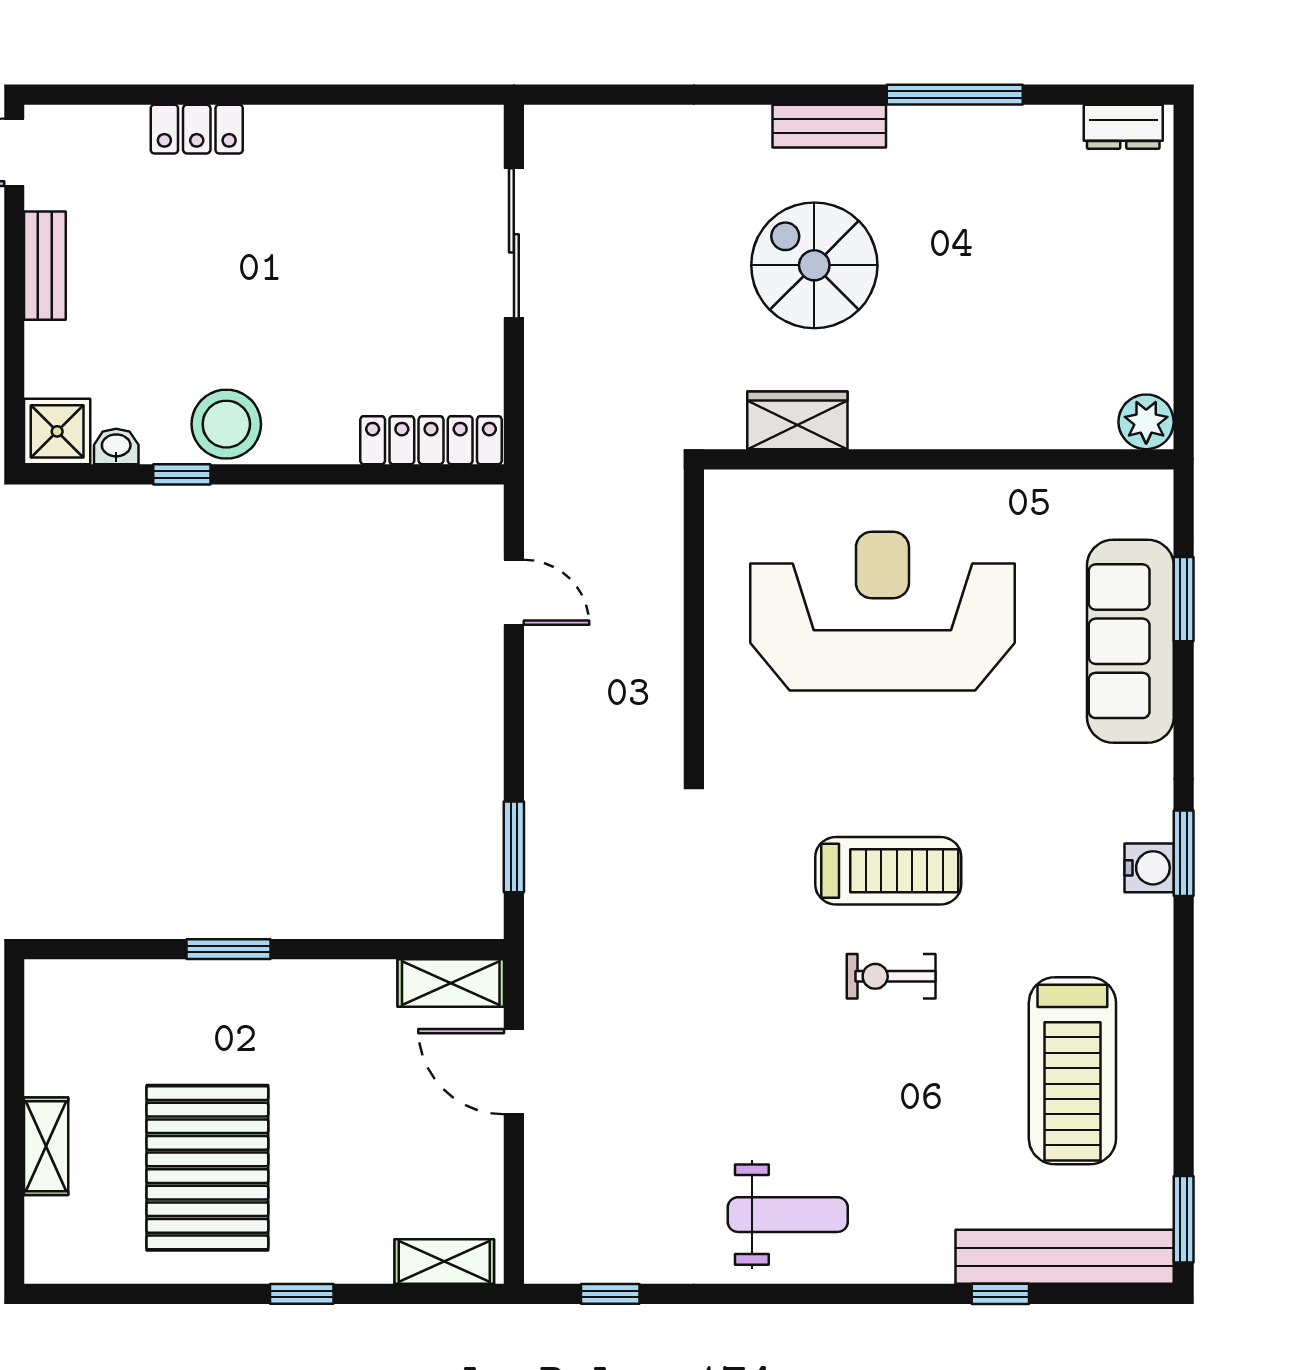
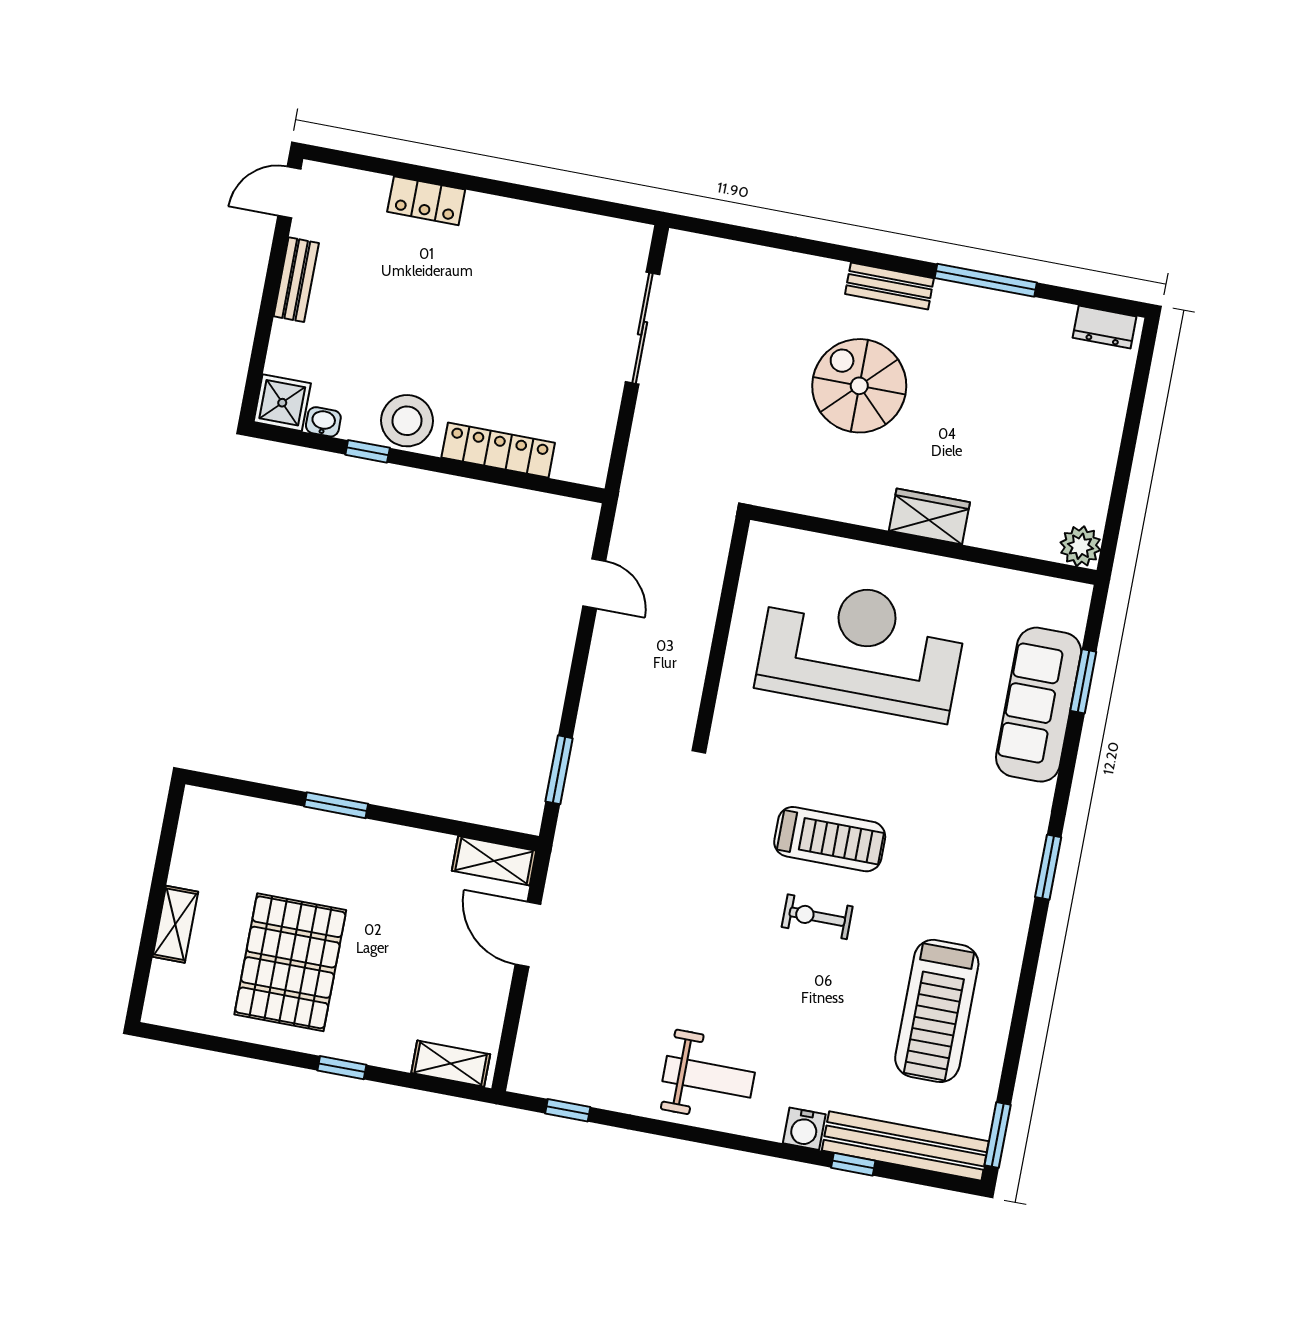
wardrobe: (797, 420) -> (929, 517), moved
locker: (431, 440) -> (498, 450), moved
water cooler: (1149, 868) -> (804, 1129), moved, turned 90

